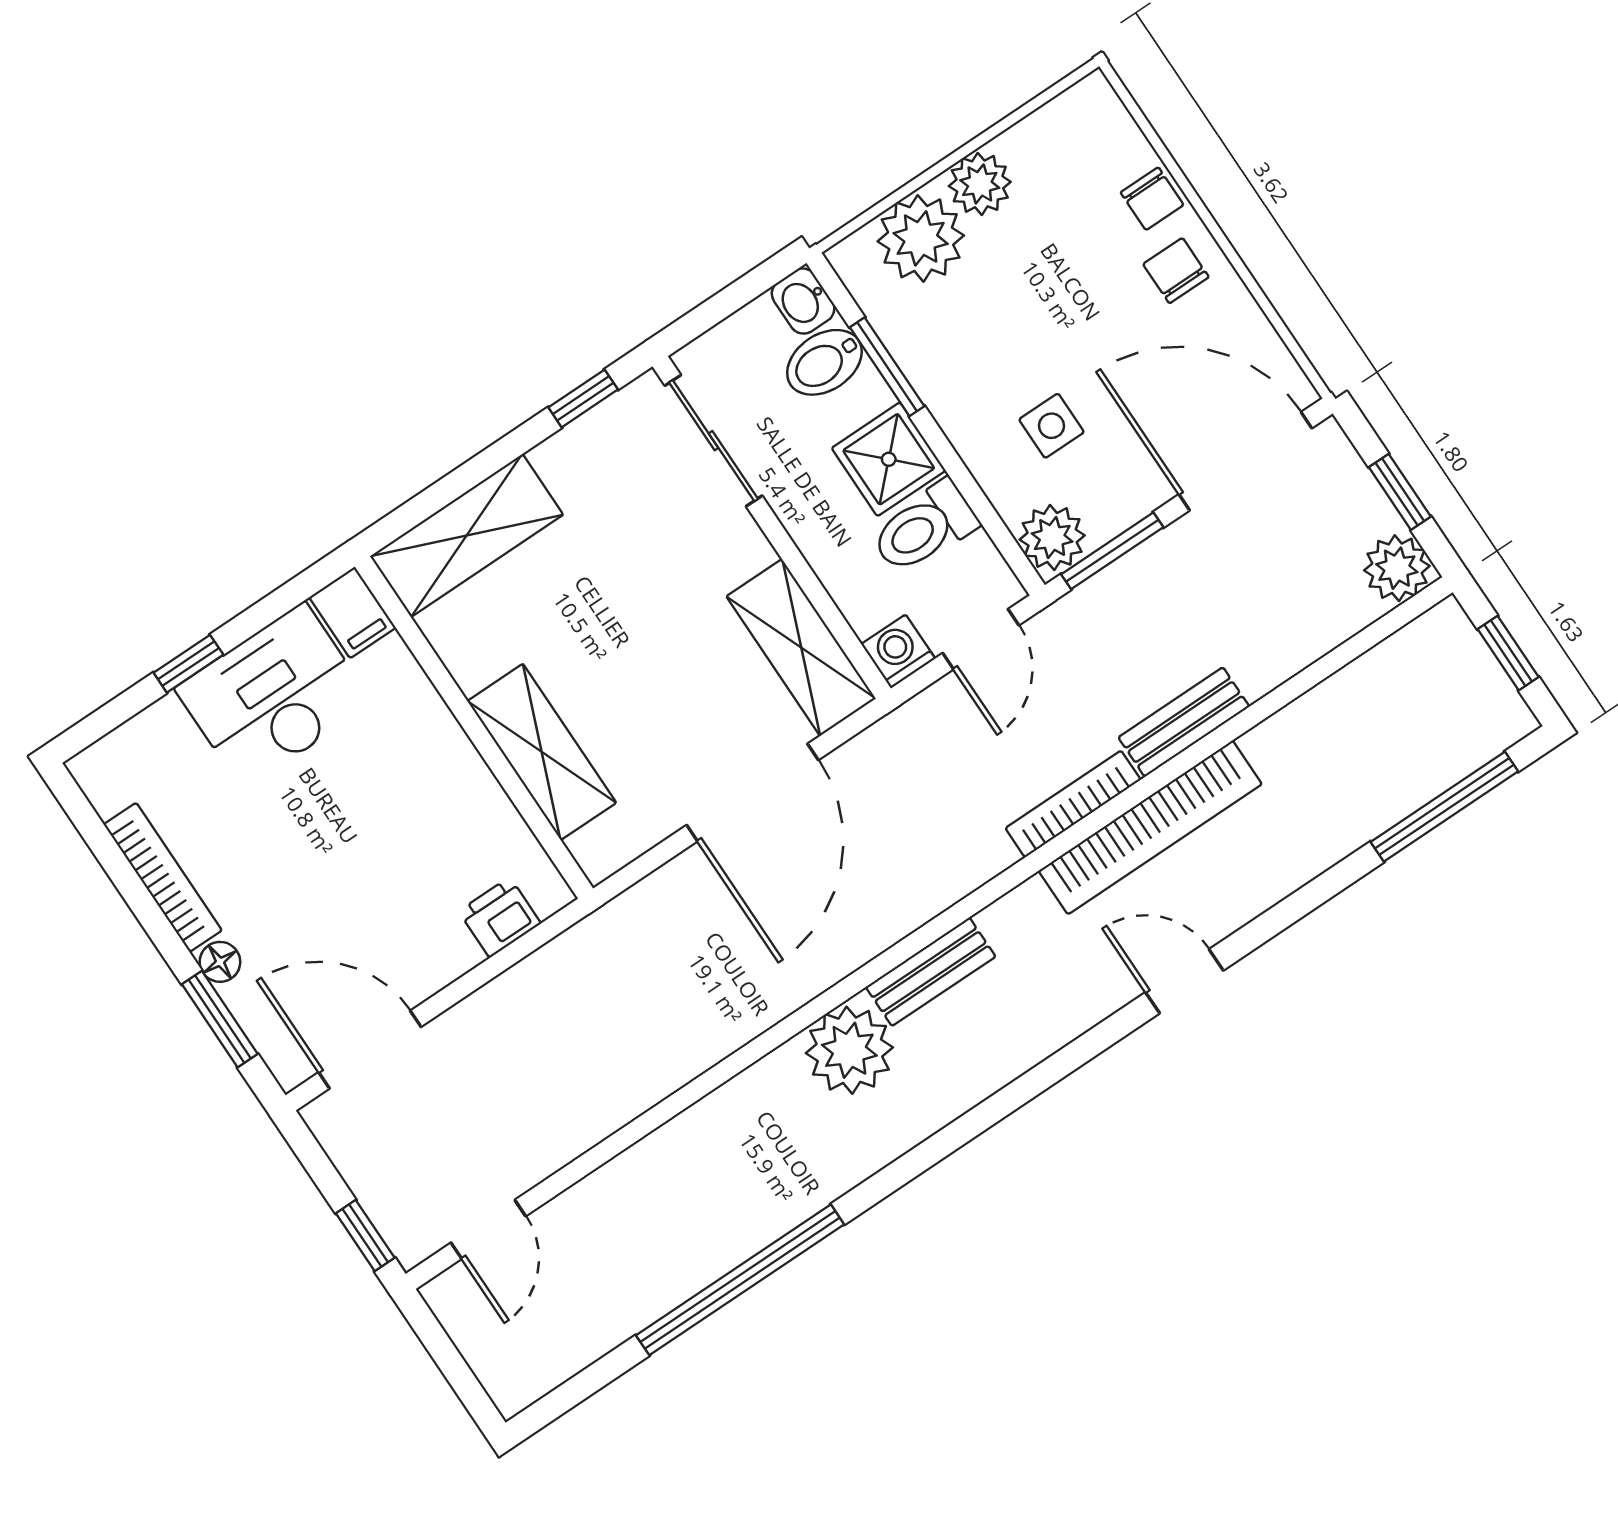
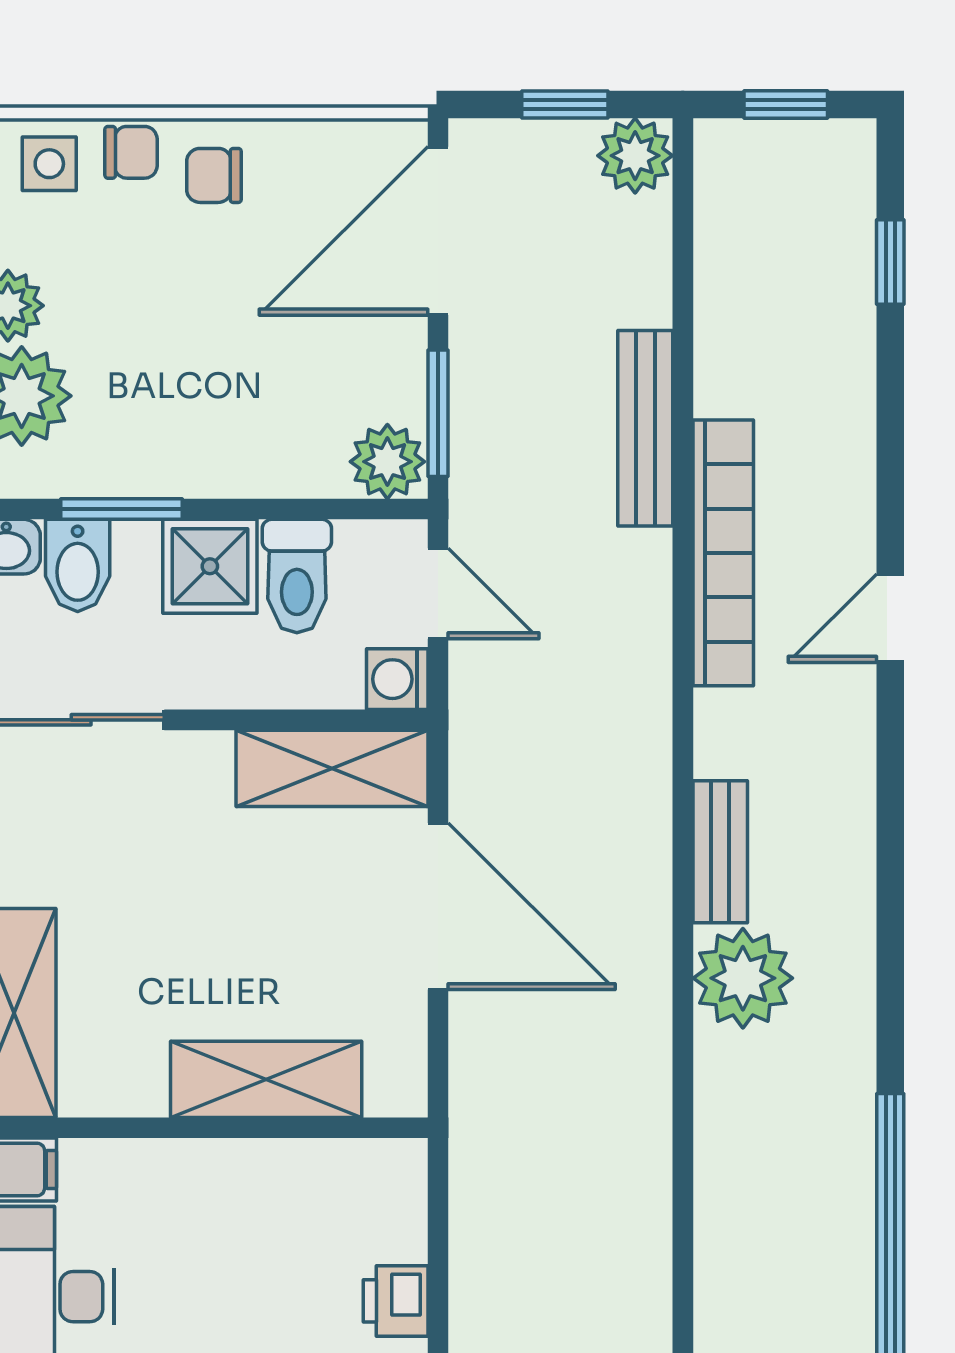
side table: (1052, 426) -> (49, 164), moved
bench: (1184, 722) -> (645, 428), width x1.36
bookcase: (1073, 804) -> (652, 611), removed
window: (1444, 807) -> (890, 262), width x0.46
printer: (500, 917) -> (396, 1301), moved

